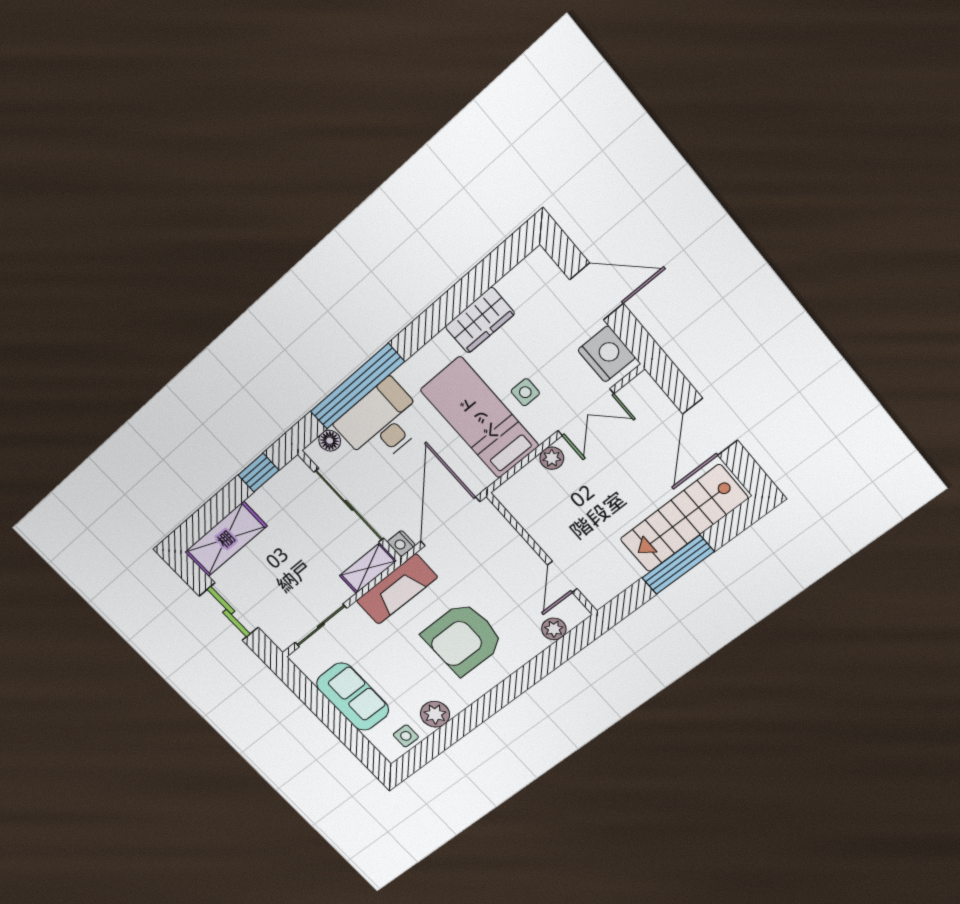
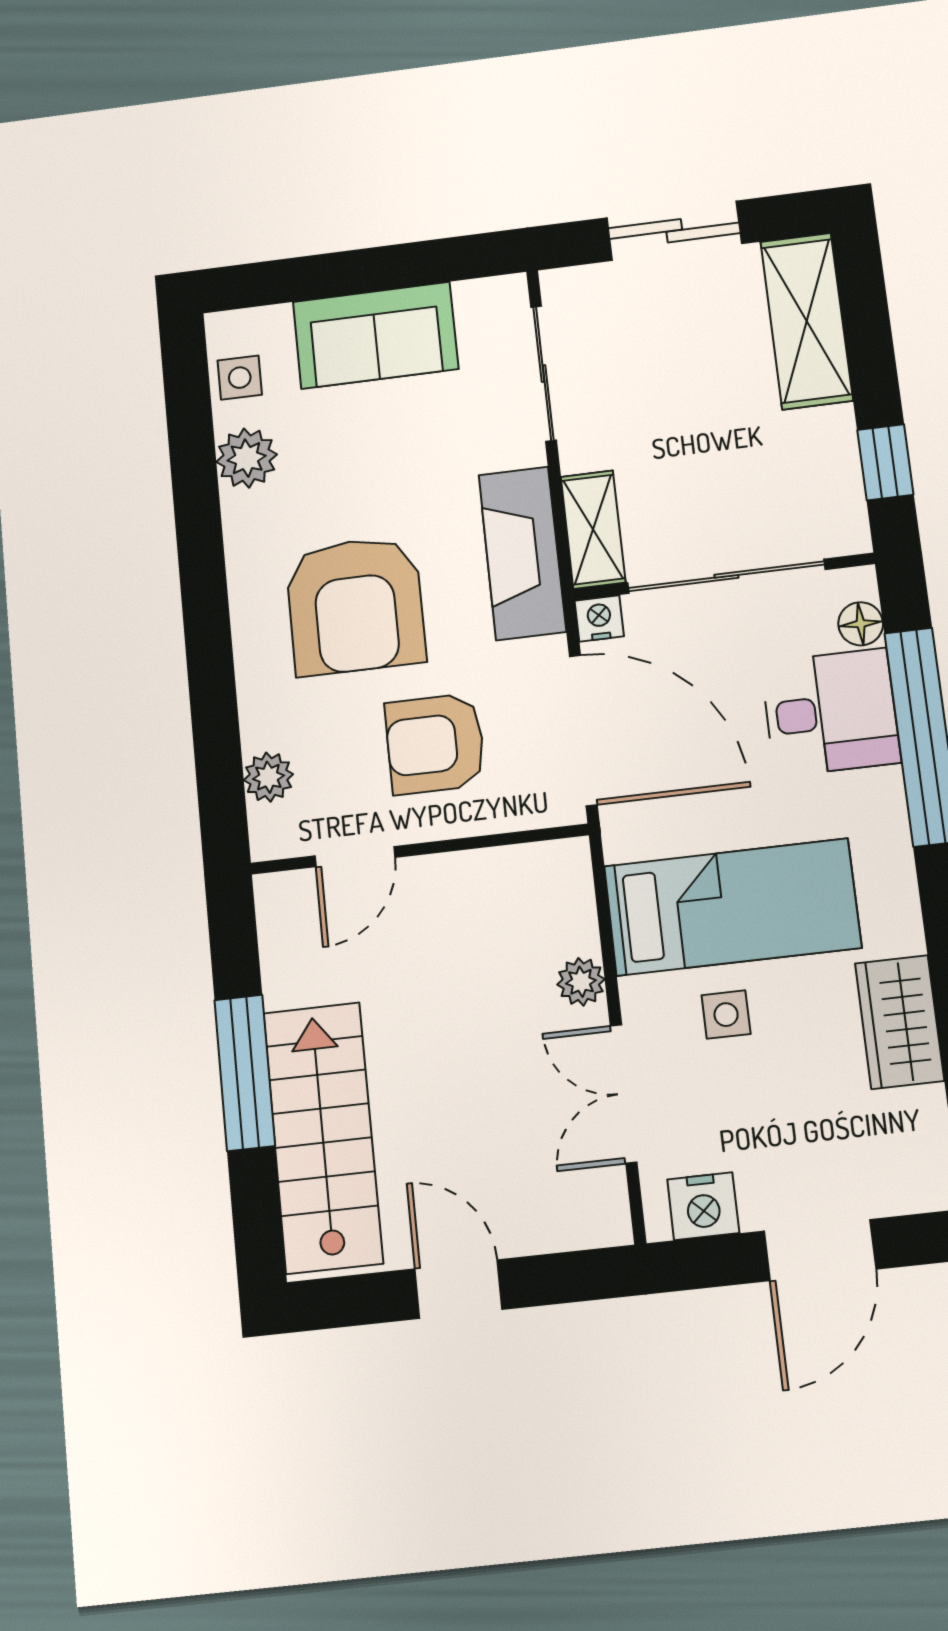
nightstand: (607, 354) -> (703, 1206), width x0.74, depth x0.75
desk: (382, 423) -> (831, 712), width x0.73
door: (710, 427) -> (458, 1289), width x0.73
armchair: (496, 575) -> (435, 744), added
door: (562, 577) -> (355, 857), swing flipped
armchair: (463, 639) -> (355, 606), turned 180

